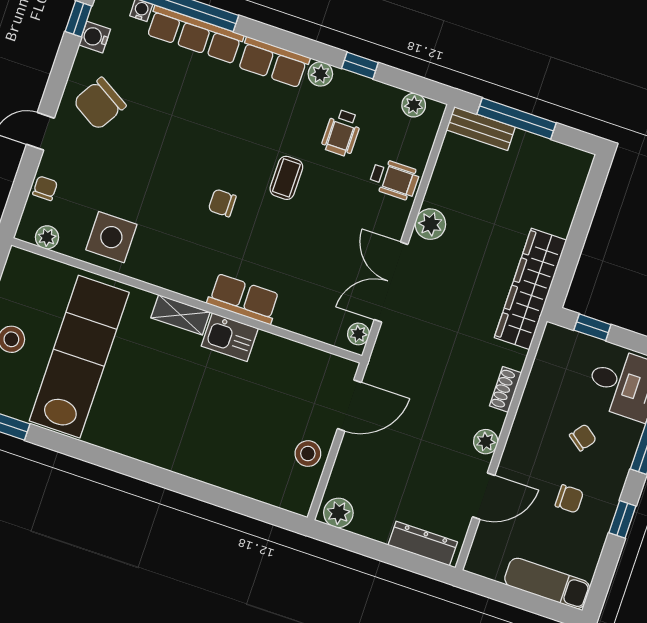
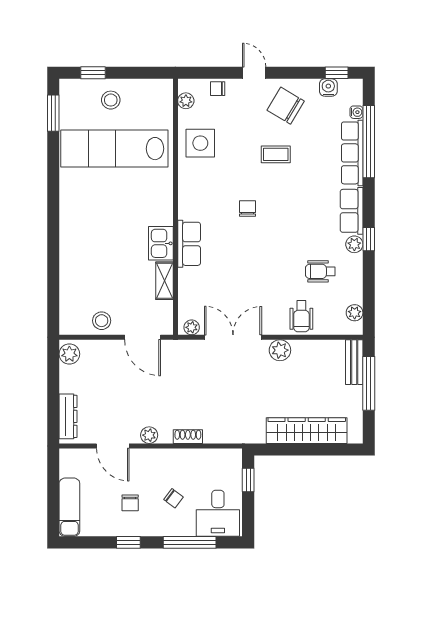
window: (360, 65) -> (369, 239), moved
coffee table: (286, 178) -> (276, 154), moved
chair: (45, 188) -> (218, 89), turned 180
wardrobe: (530, 289) -> (307, 431), moved
shelving: (180, 315) -> (164, 281), moved
lab bench: (79, 357) -> (114, 149), turned 180

